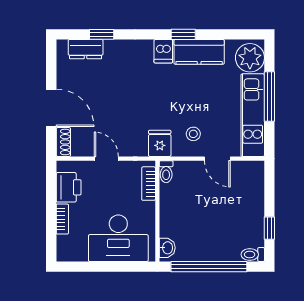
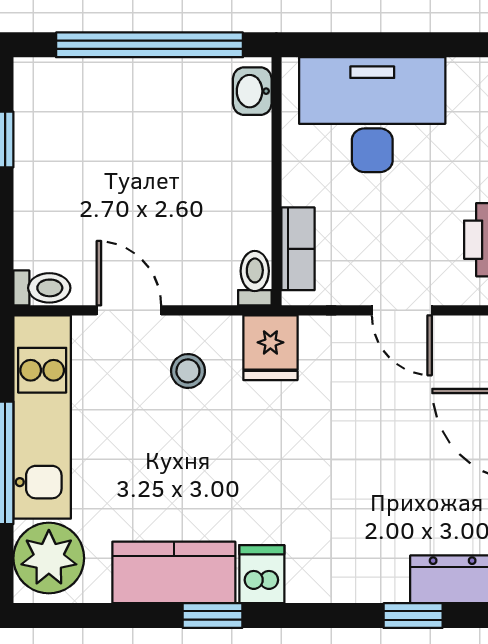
toilet: (253, 255) -> (42, 288), moved

